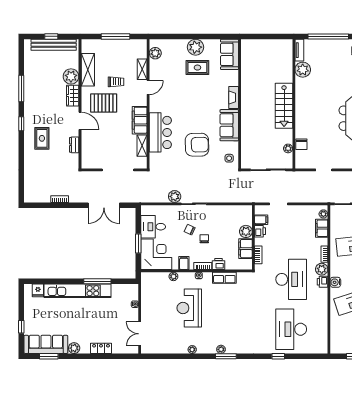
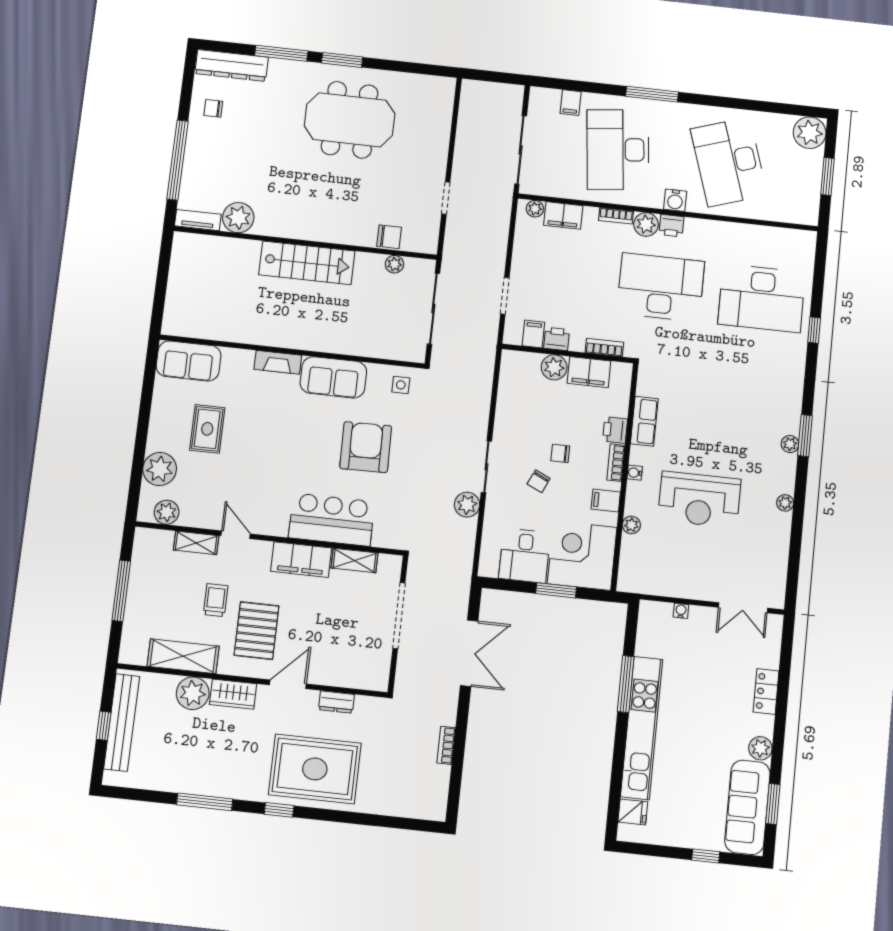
plant: (196, 47) -> (160, 469), moved
rug: (42, 138) -> (315, 769), width x1.86, depth x2.06

